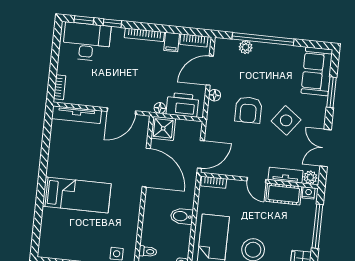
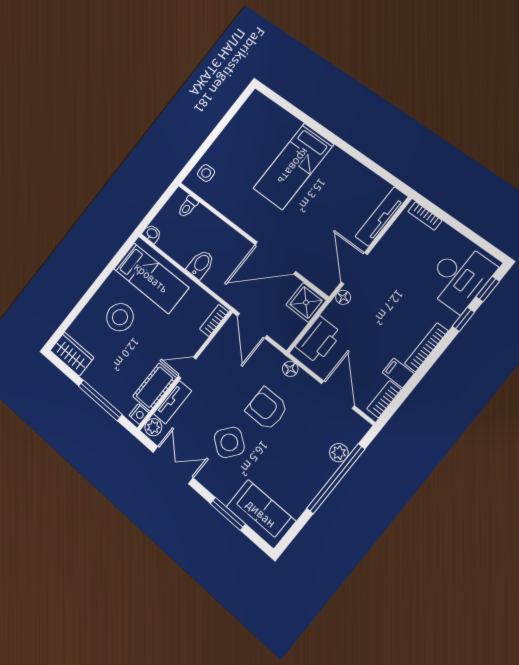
floor lamp: (215, 95) -> (290, 369), moved
floor lamp: (160, 108) -> (343, 297), moved

